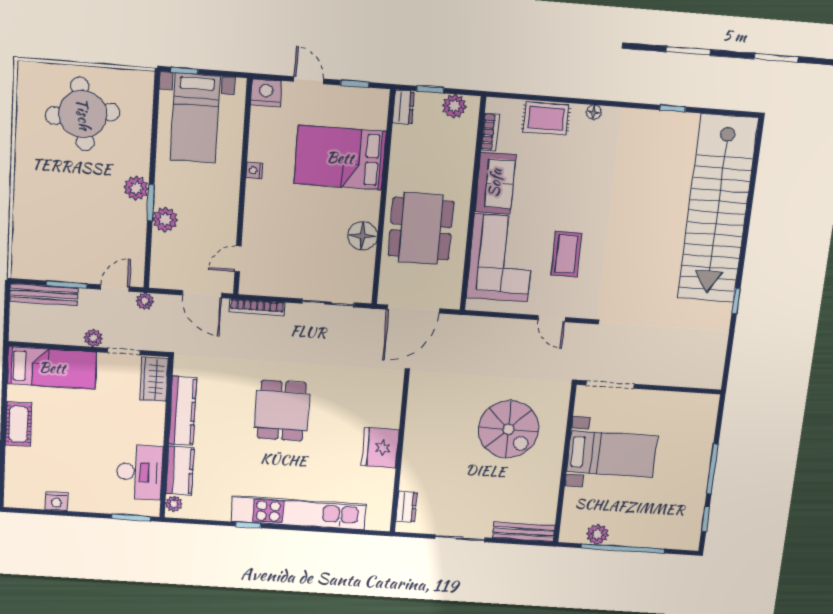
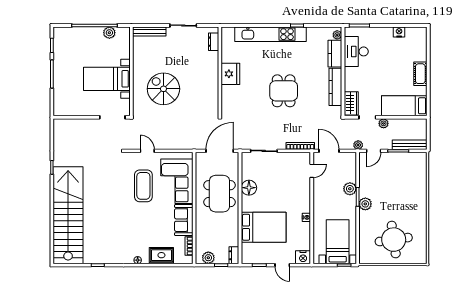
coffee table: (566, 254) -> (143, 186), width x1.36, depth x1.32

